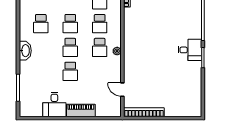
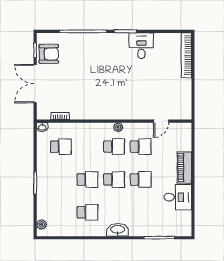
school desk: (100, 24) -> (141, 147), moved
desk: (190, 50) -> (141, 46), moved
bookcase: (144, 112) -> (186, 55), moved

